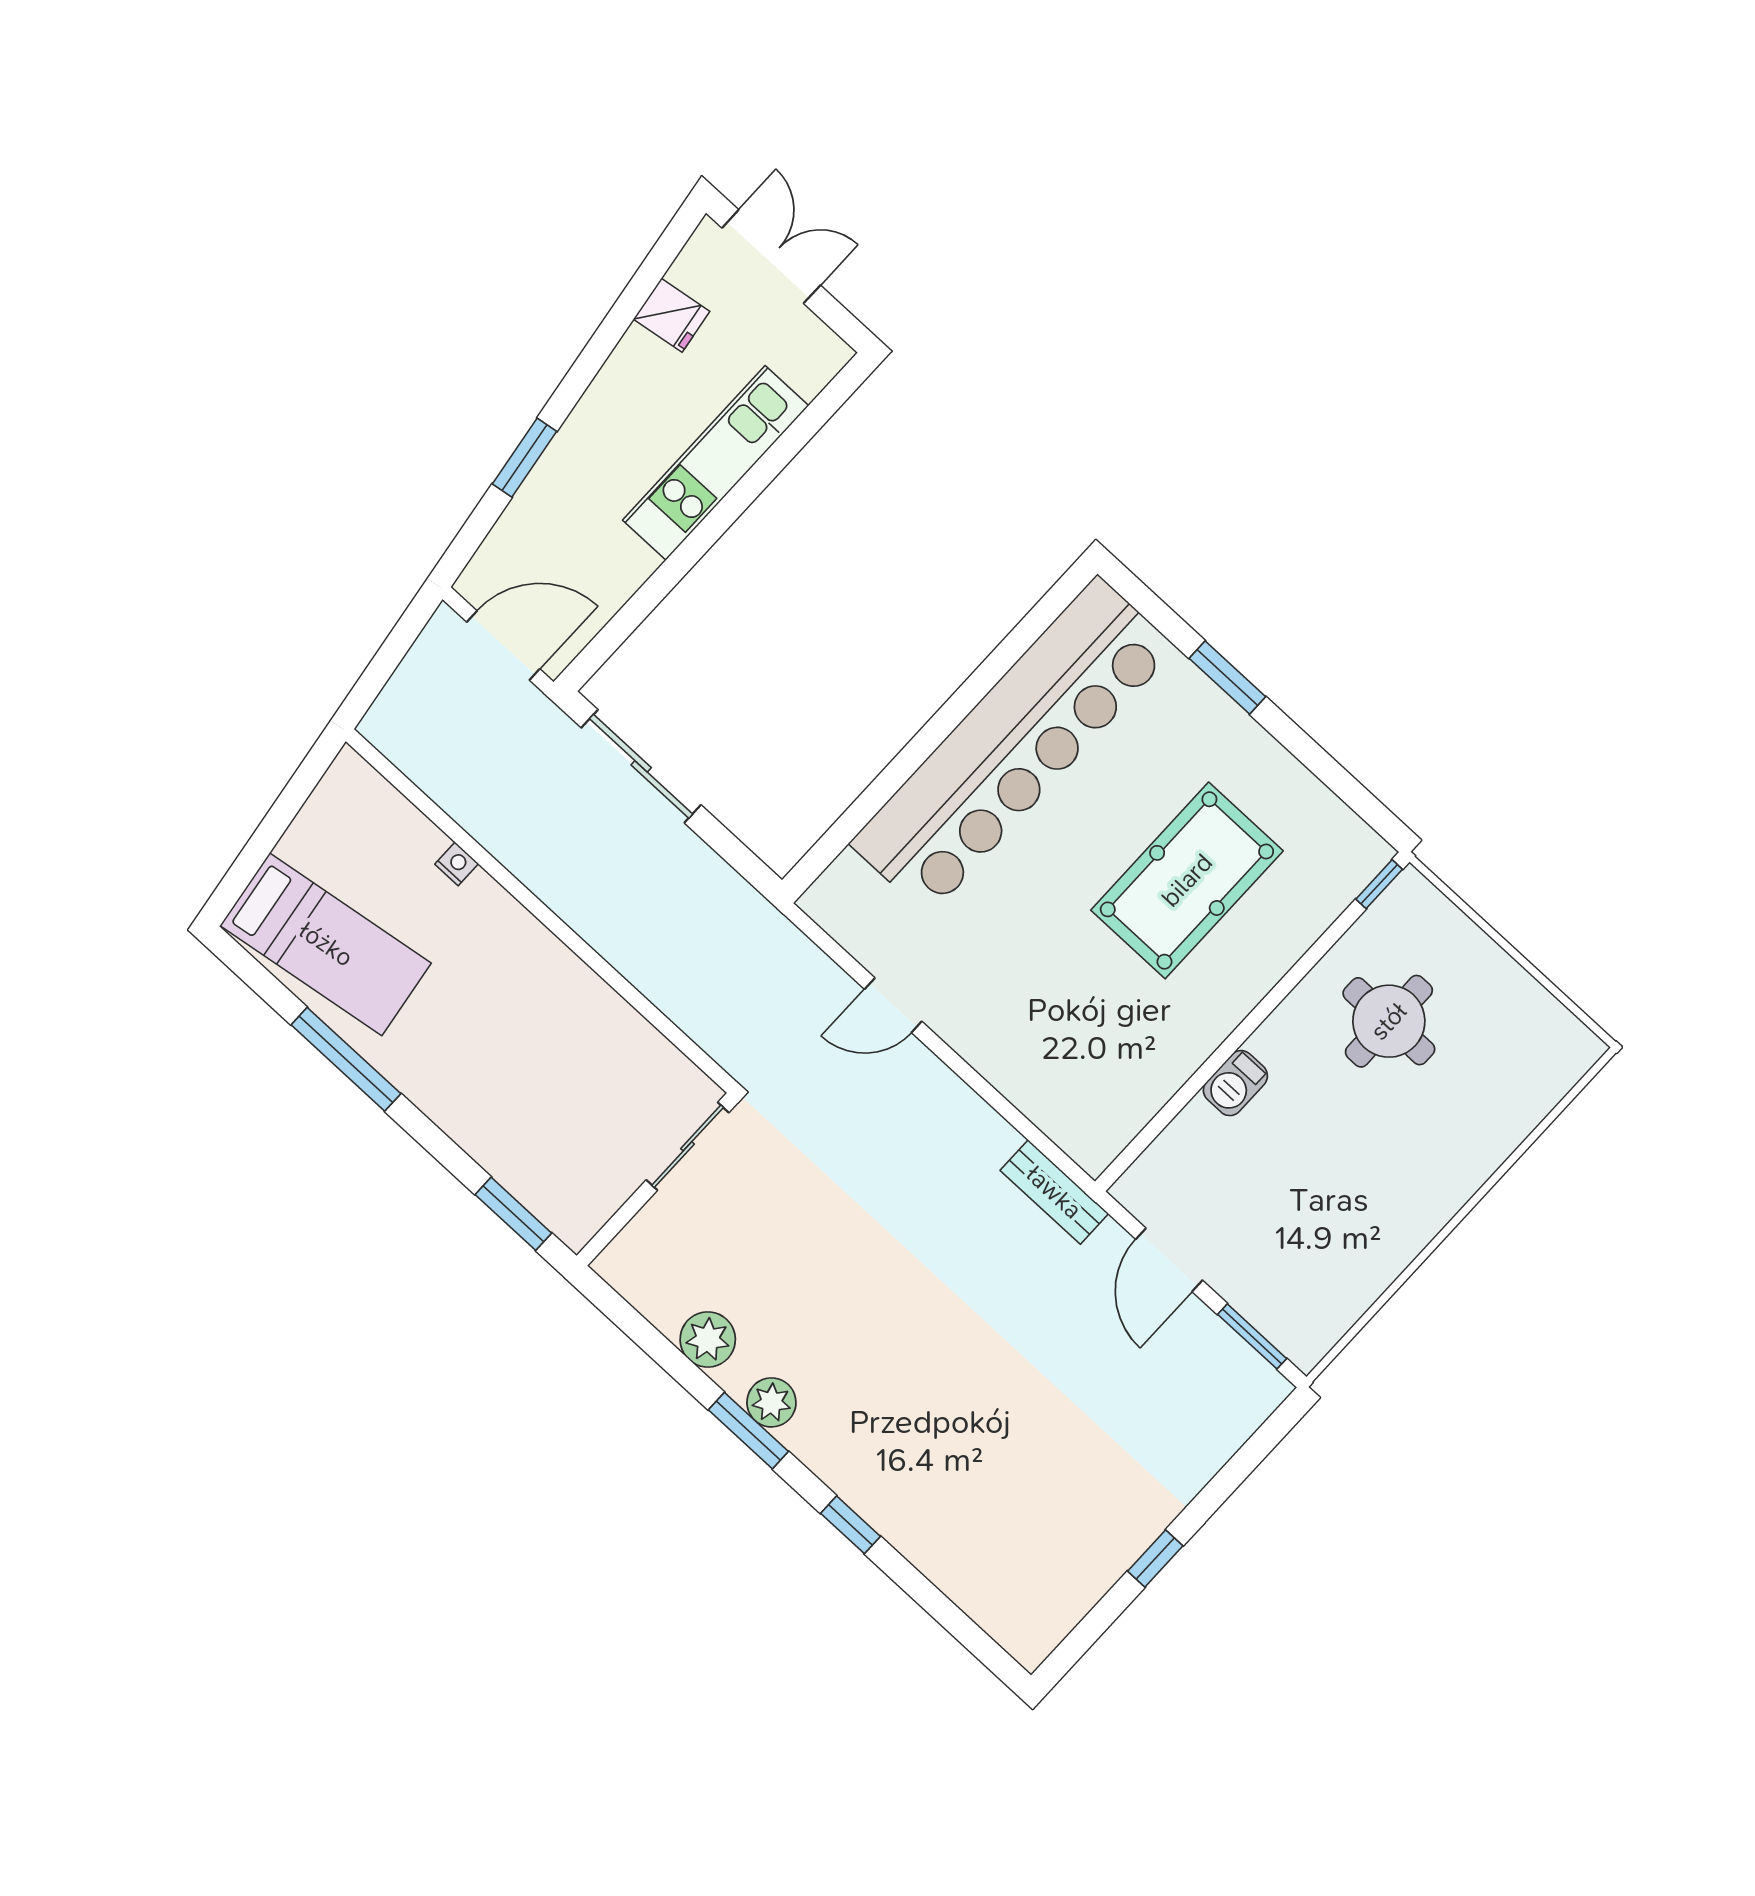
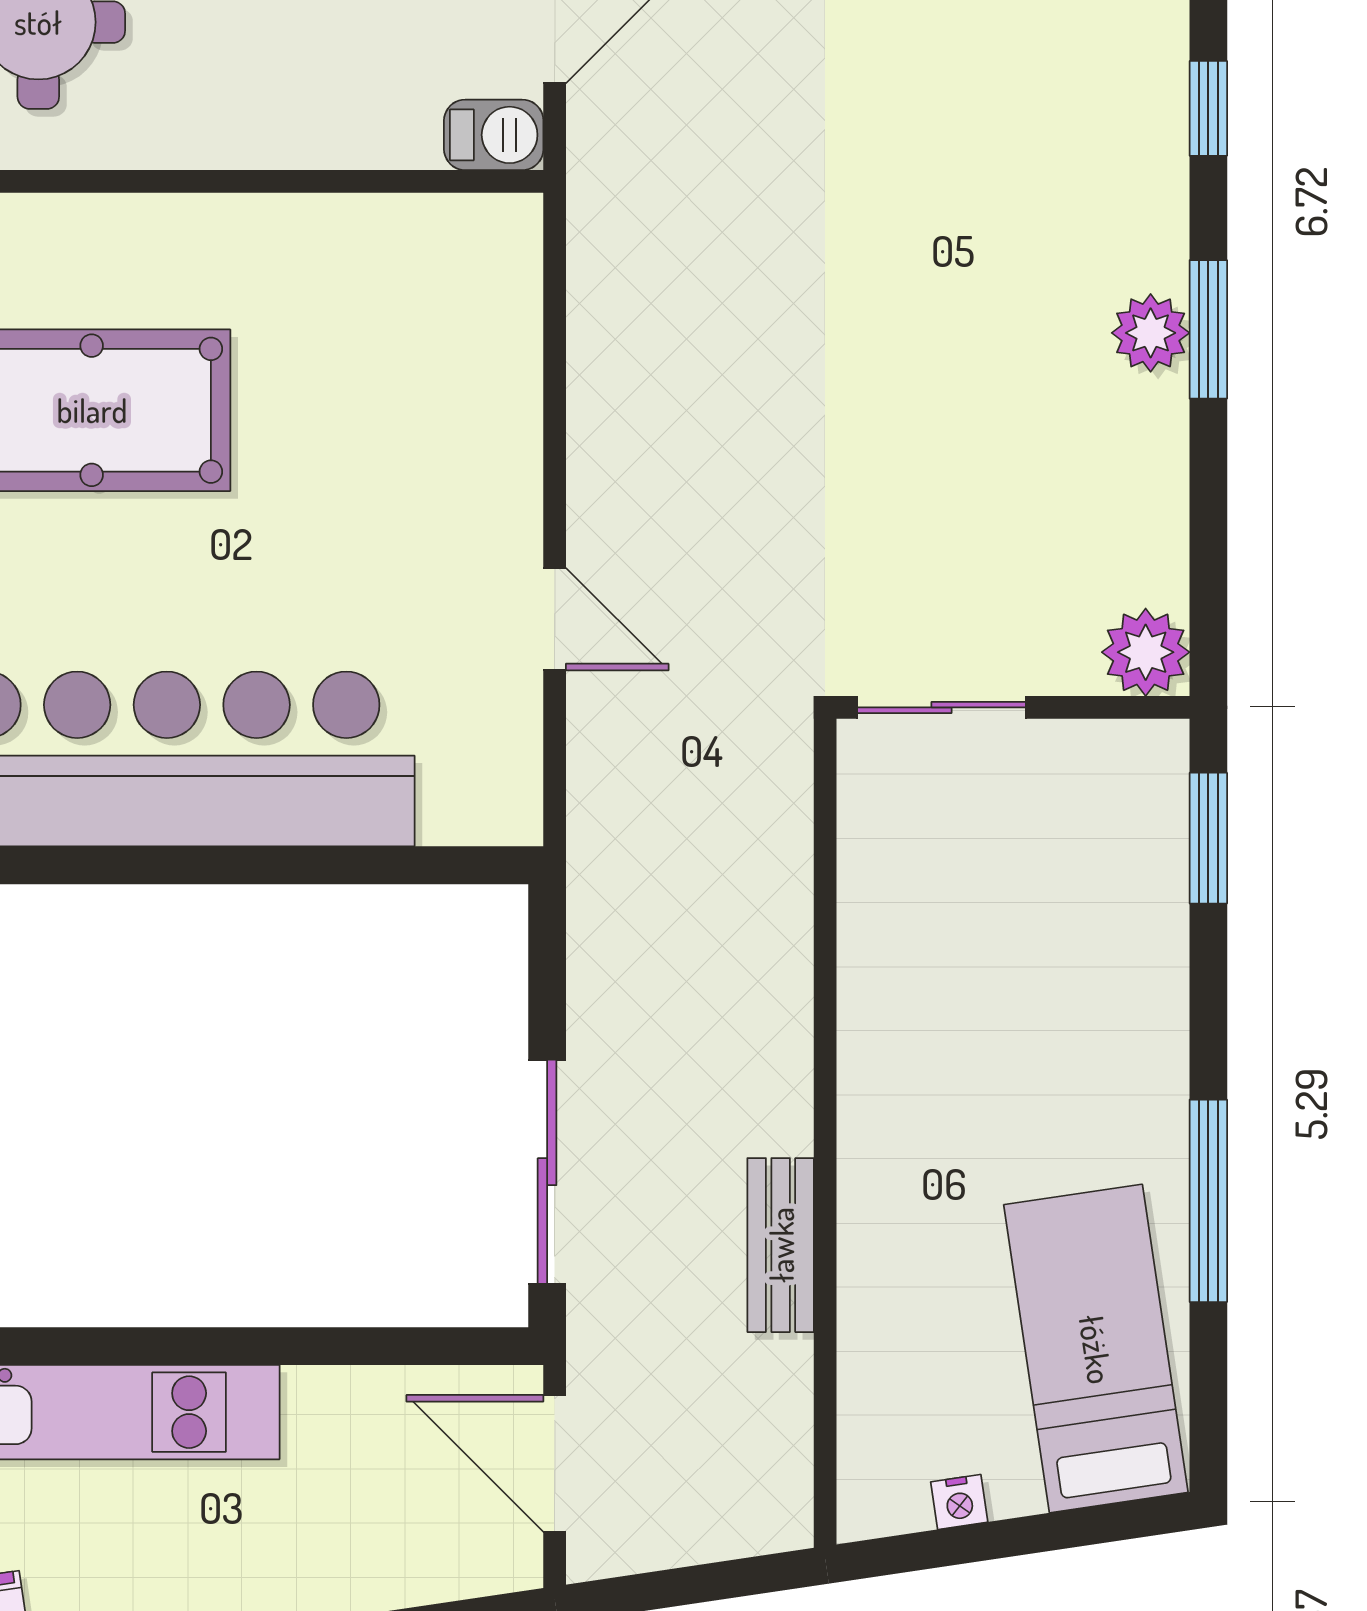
nightstand: (457, 864) -> (959, 1502), moved, turned -98
barbecue: (1235, 1083) -> (494, 135), moved
bench: (1054, 1192) -> (781, 1245), moved
plant: (708, 1339) -> (1146, 652), moved

